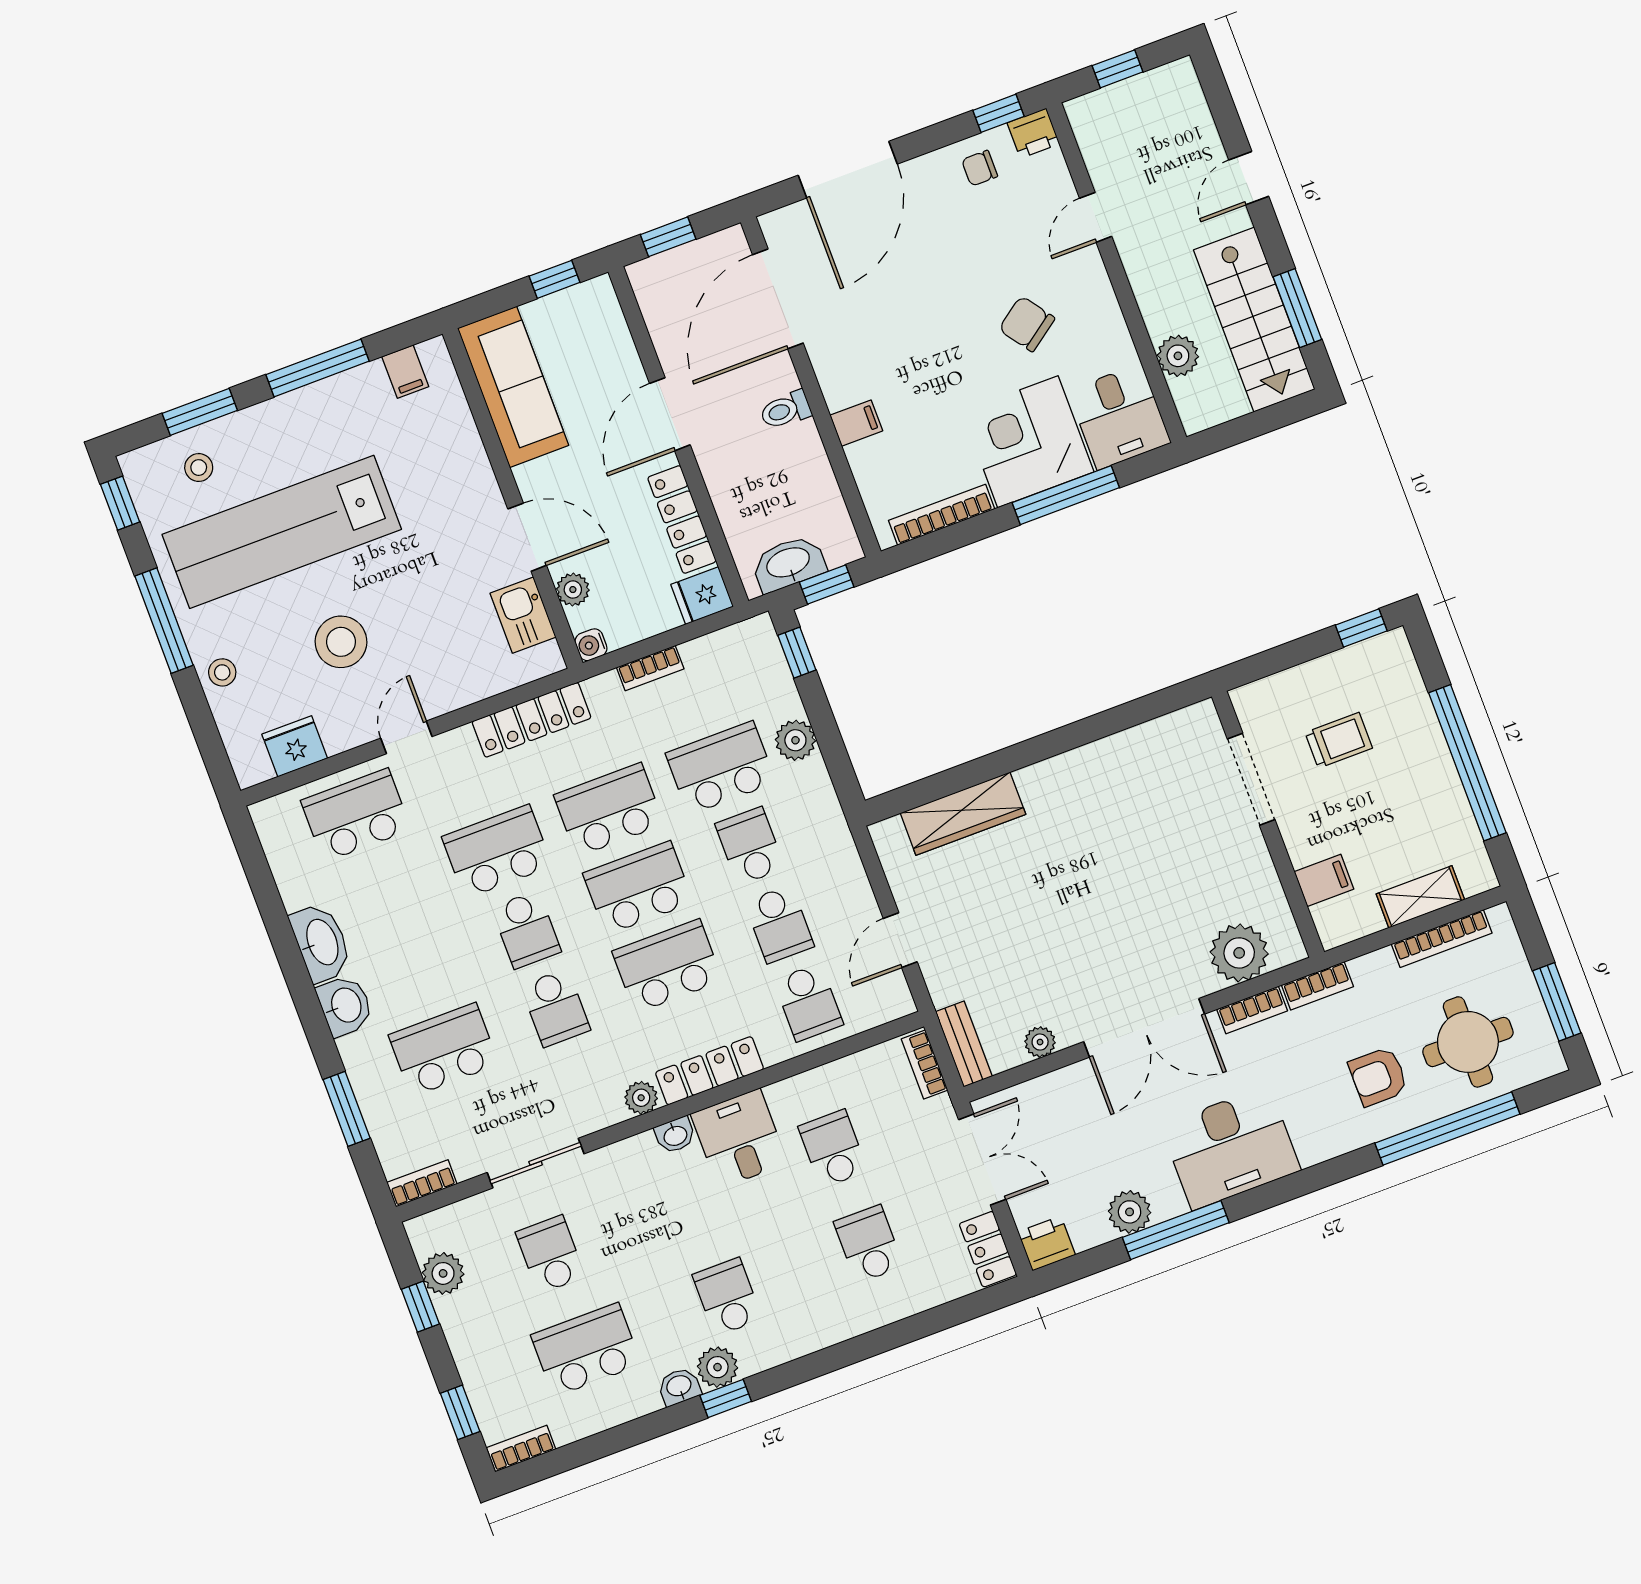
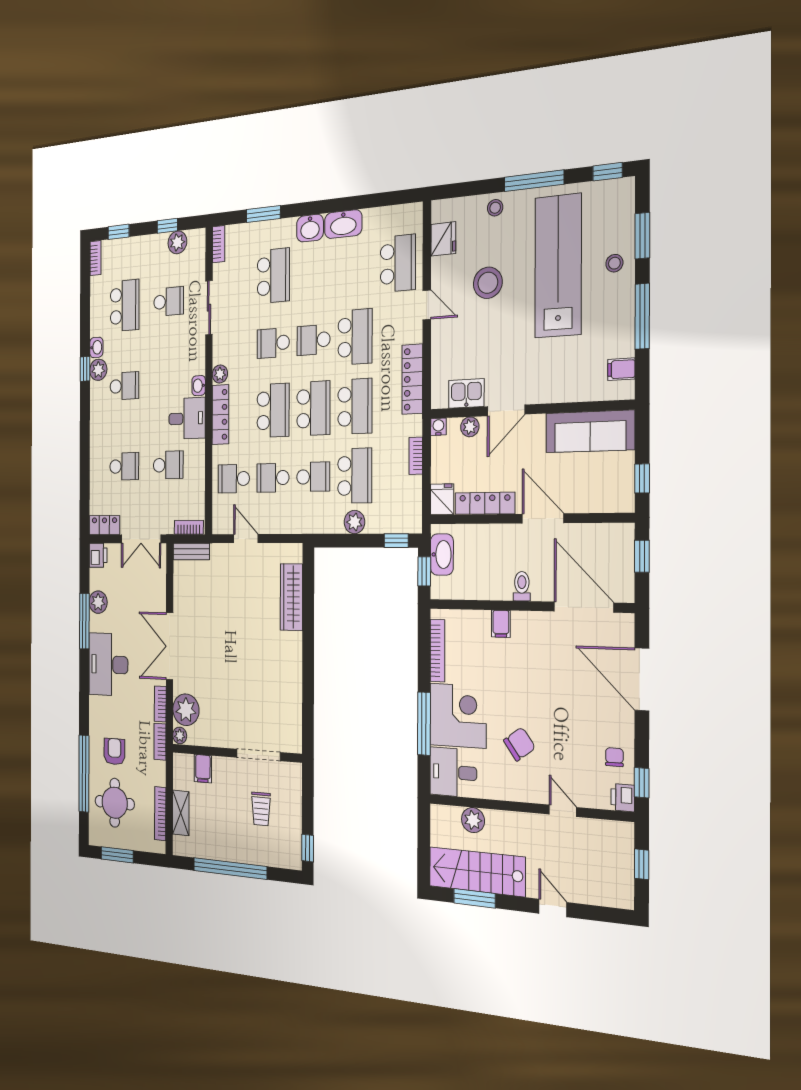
stool: (199, 468) -> (614, 263), moved
plant: (1040, 1042) -> (180, 735), moved

